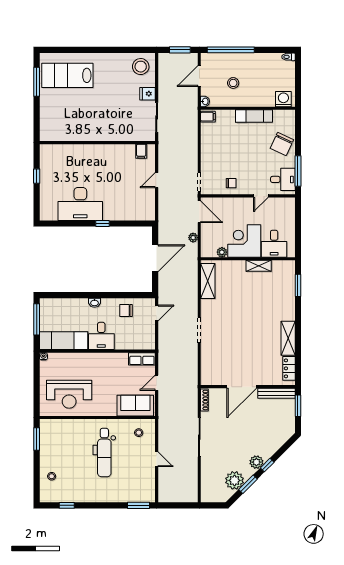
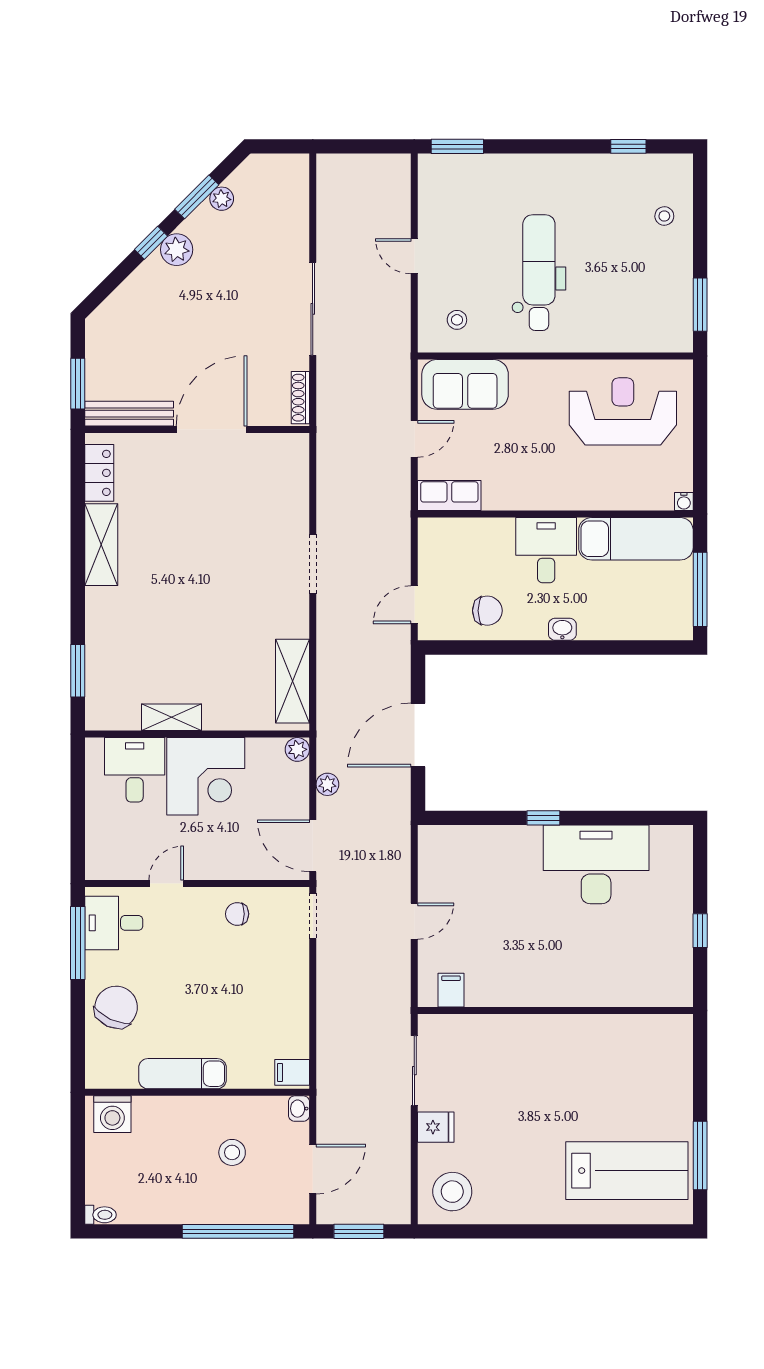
plant: (222, 252) -> (297, 749), moved
plant: (234, 480) -> (222, 199), width x0.53, depth x0.53

